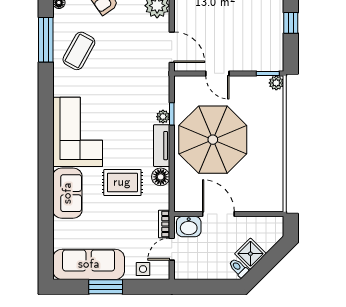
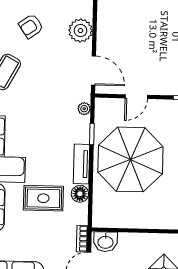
door: (217, 73) -> (136, 97), hinge flipped
plant: (163, 117) -> (84, 109), moved
door: (218, 214) -> (134, 231), removed

